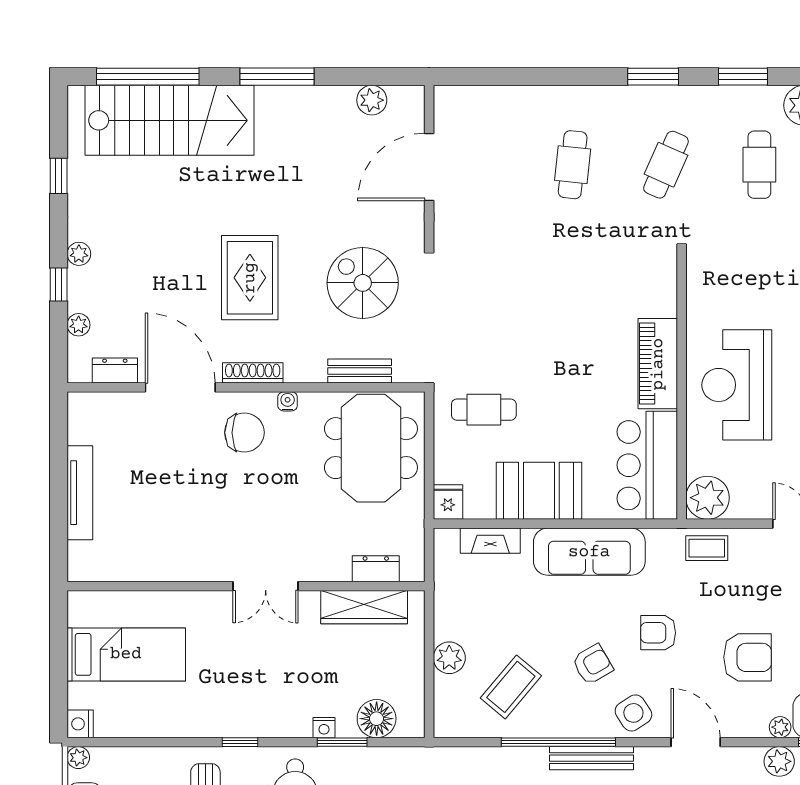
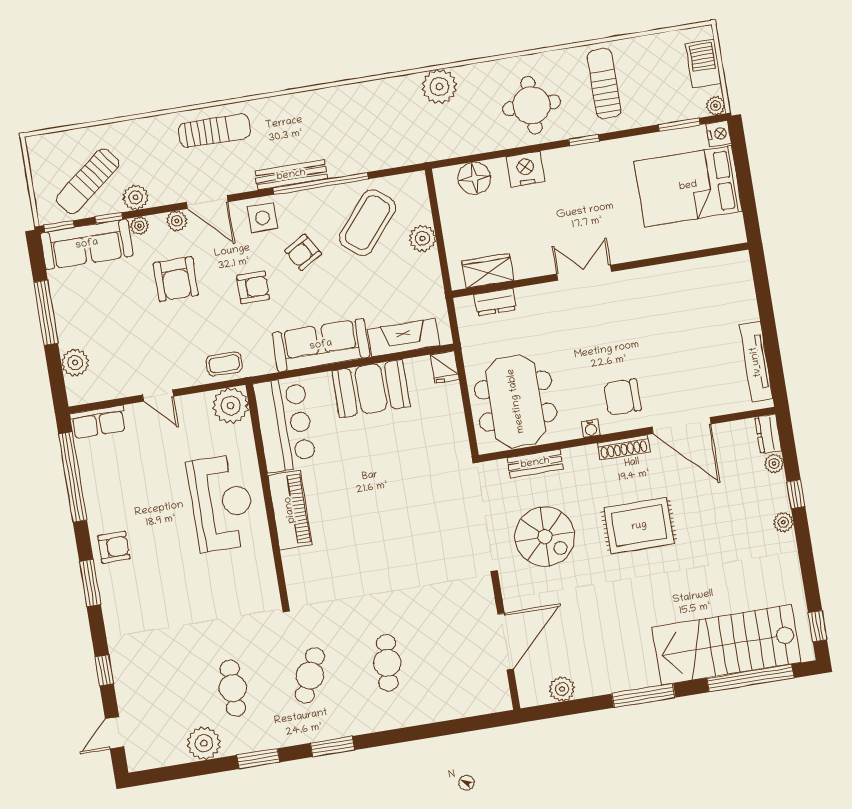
window: (59, 176) -> (818, 626), moved
rug: (250, 278) -> (639, 526), turned 90
dresser: (115, 371) -> (768, 434), moved, turned 90
cafe table: (484, 410) -> (427, 448), removed
tv unit: (80, 493) -> (756, 362), moved
fireplace: (490, 541) -> (404, 337), width x1.37, depth x1.32
wardrobe: (364, 607) -> (488, 271), width x0.67
bed: (126, 654) -> (688, 186), width x1.50
armchair: (748, 657) -> (176, 279), turned -90
coffee table: (511, 687) -> (367, 223), width x1.36, depth x1.32
side table: (633, 713) -> (263, 218), turned 33
plant: (735, 726) -> (177, 221), added
nightstand: (324, 728) -> (526, 169), width x1.89, depth x1.79
window: (342, 742) -> (679, 125), moved

